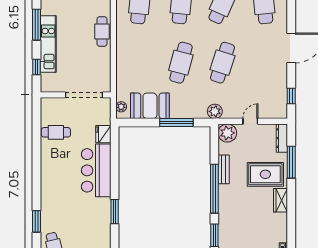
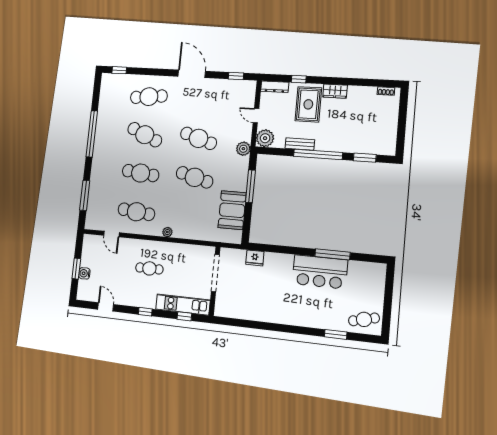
window: (37, 25) -> (145, 312), width x0.46
cafe table: (102, 31) -> (149, 268), moved
kitchen unit: (48, 44) -> (183, 305), moved
plant: (121, 107) -> (167, 232), moved
cafe table: (56, 132) -> (249, 305), removed
window: (291, 162) -> (299, 79), width x0.46
bar counter: (96, 170) -> (320, 272), moved
window: (115, 212) -> (332, 254), width x1.44

